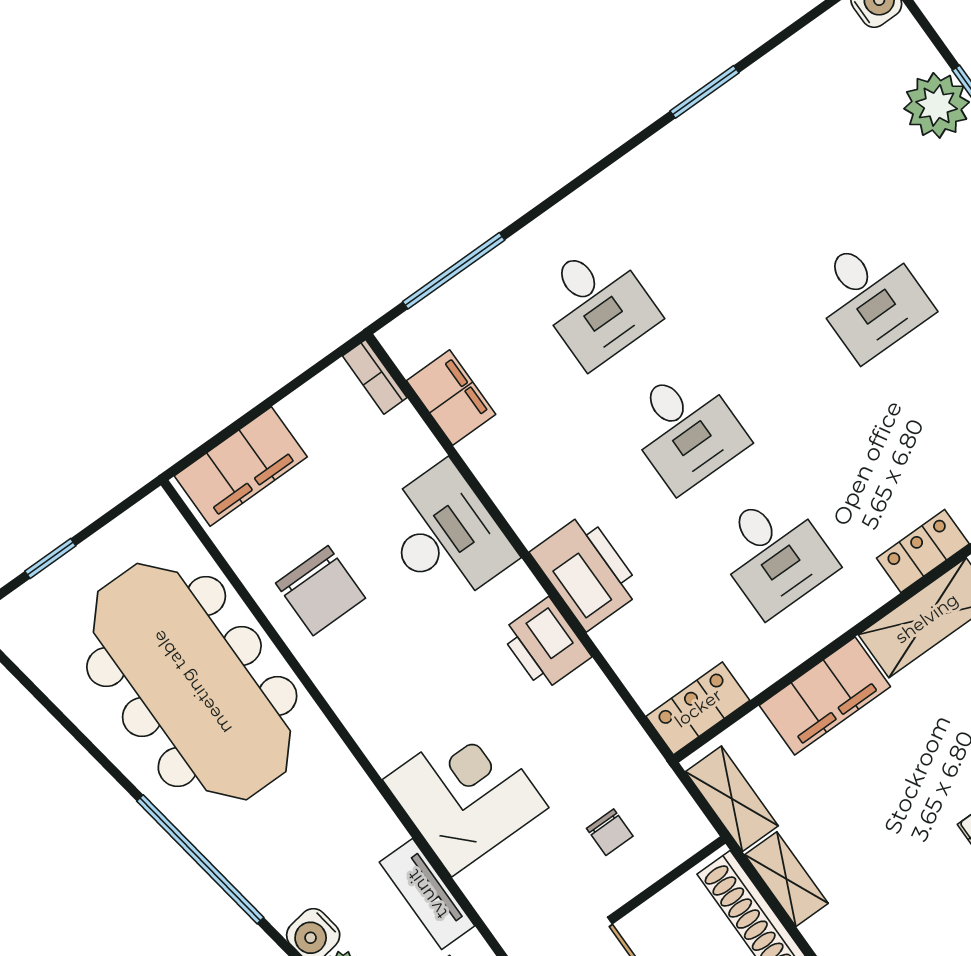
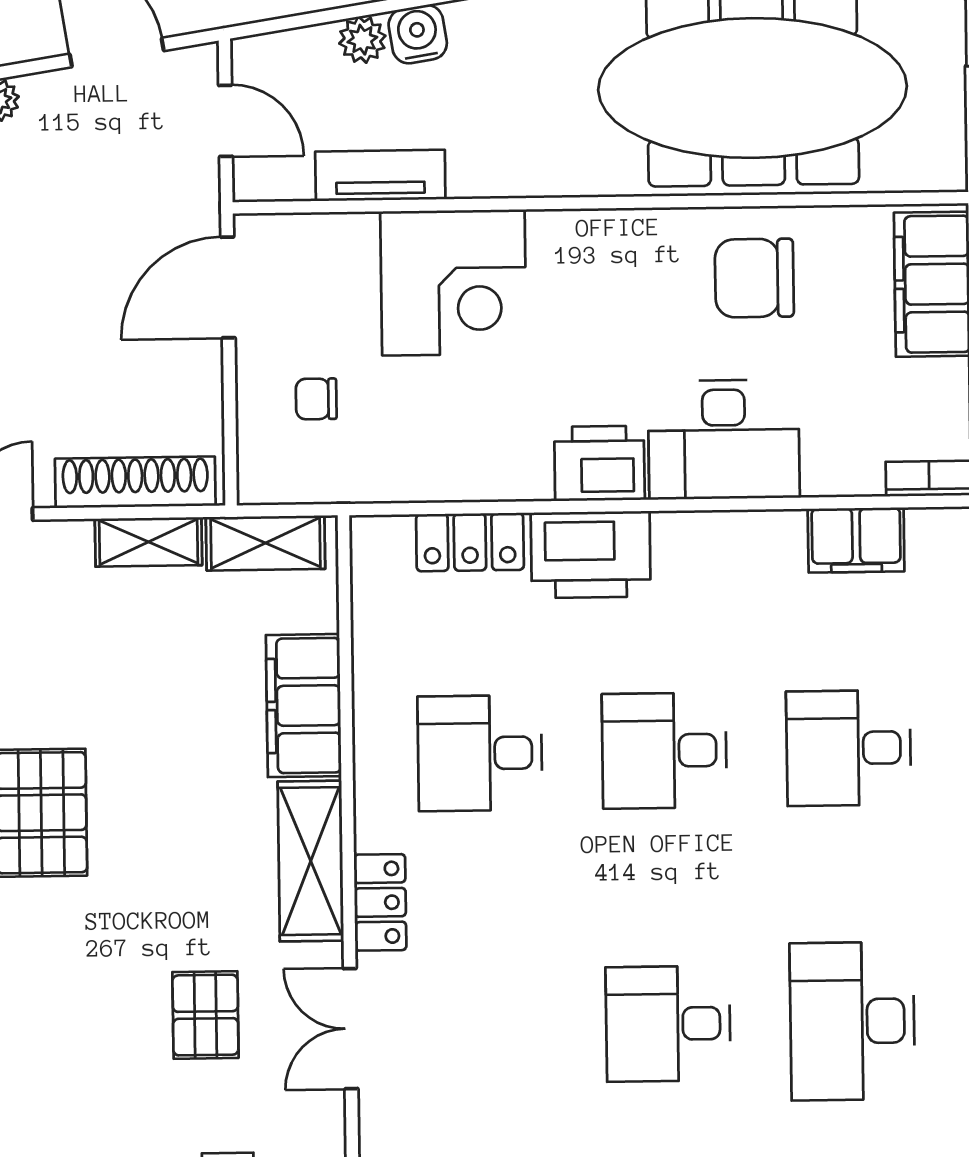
desk: (781, 173) -> (852, 1021), added
printer: (545, 644) -> (599, 463), moved
locker: (698, 708) -> (470, 542), moved, turned 90

